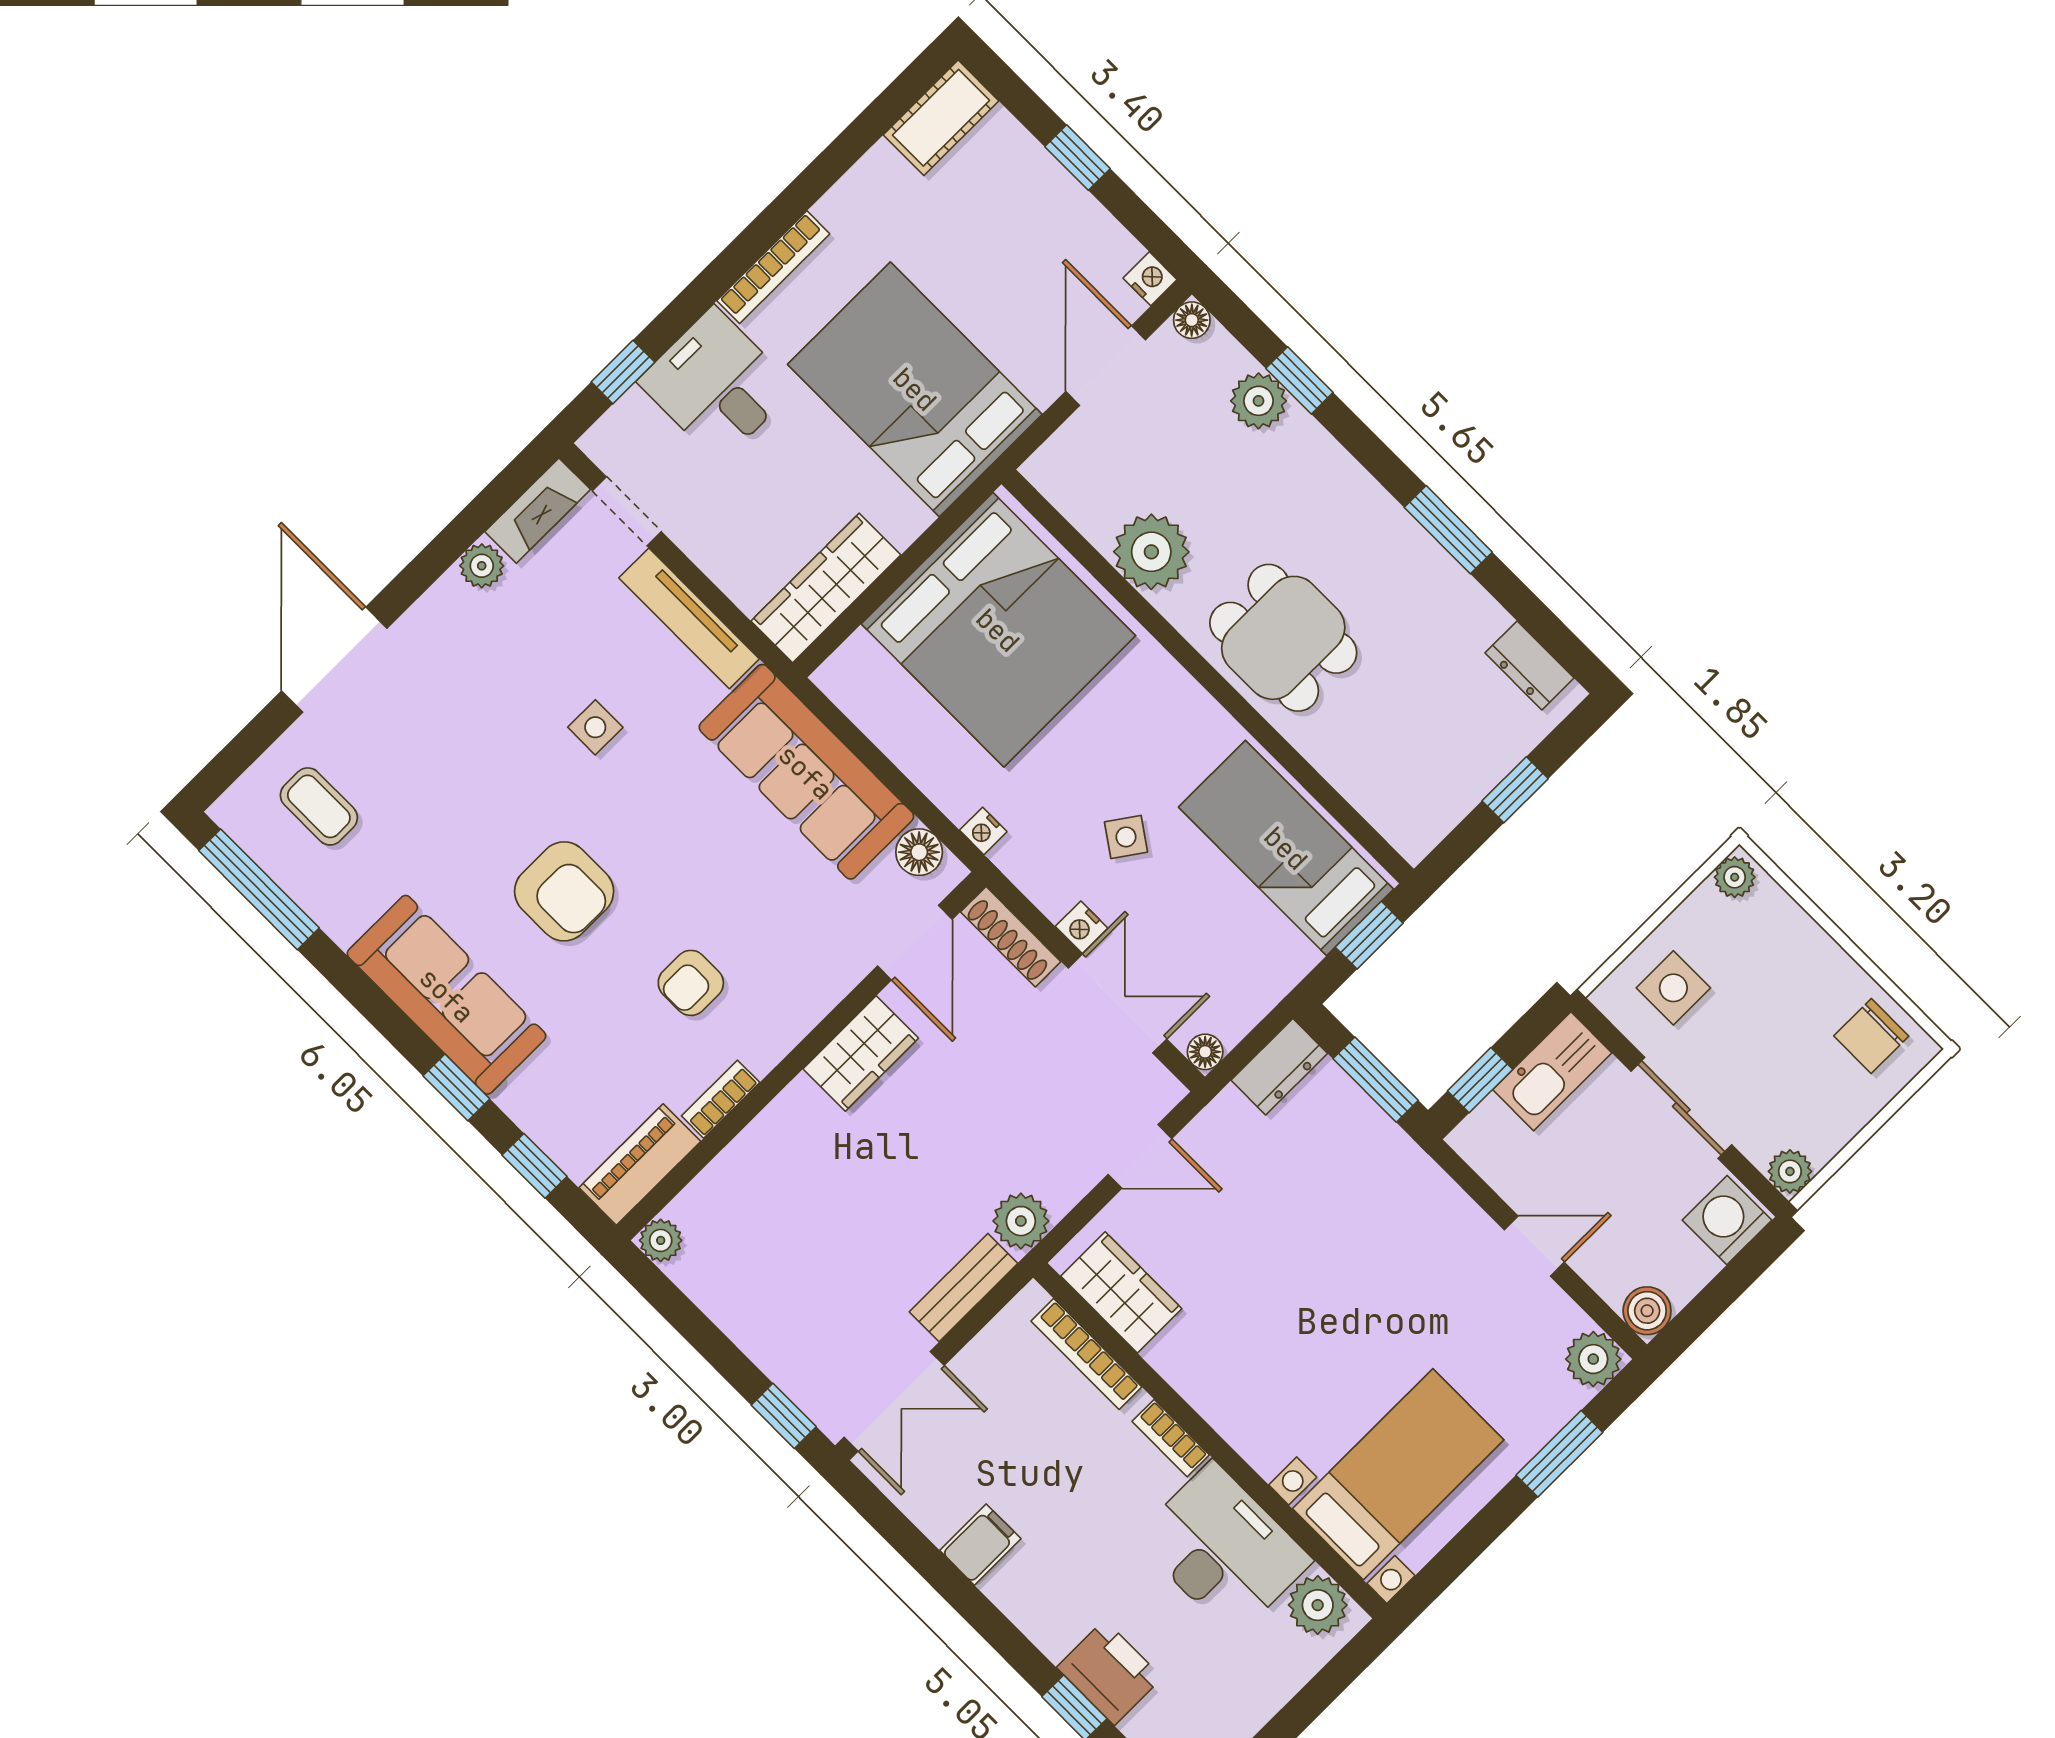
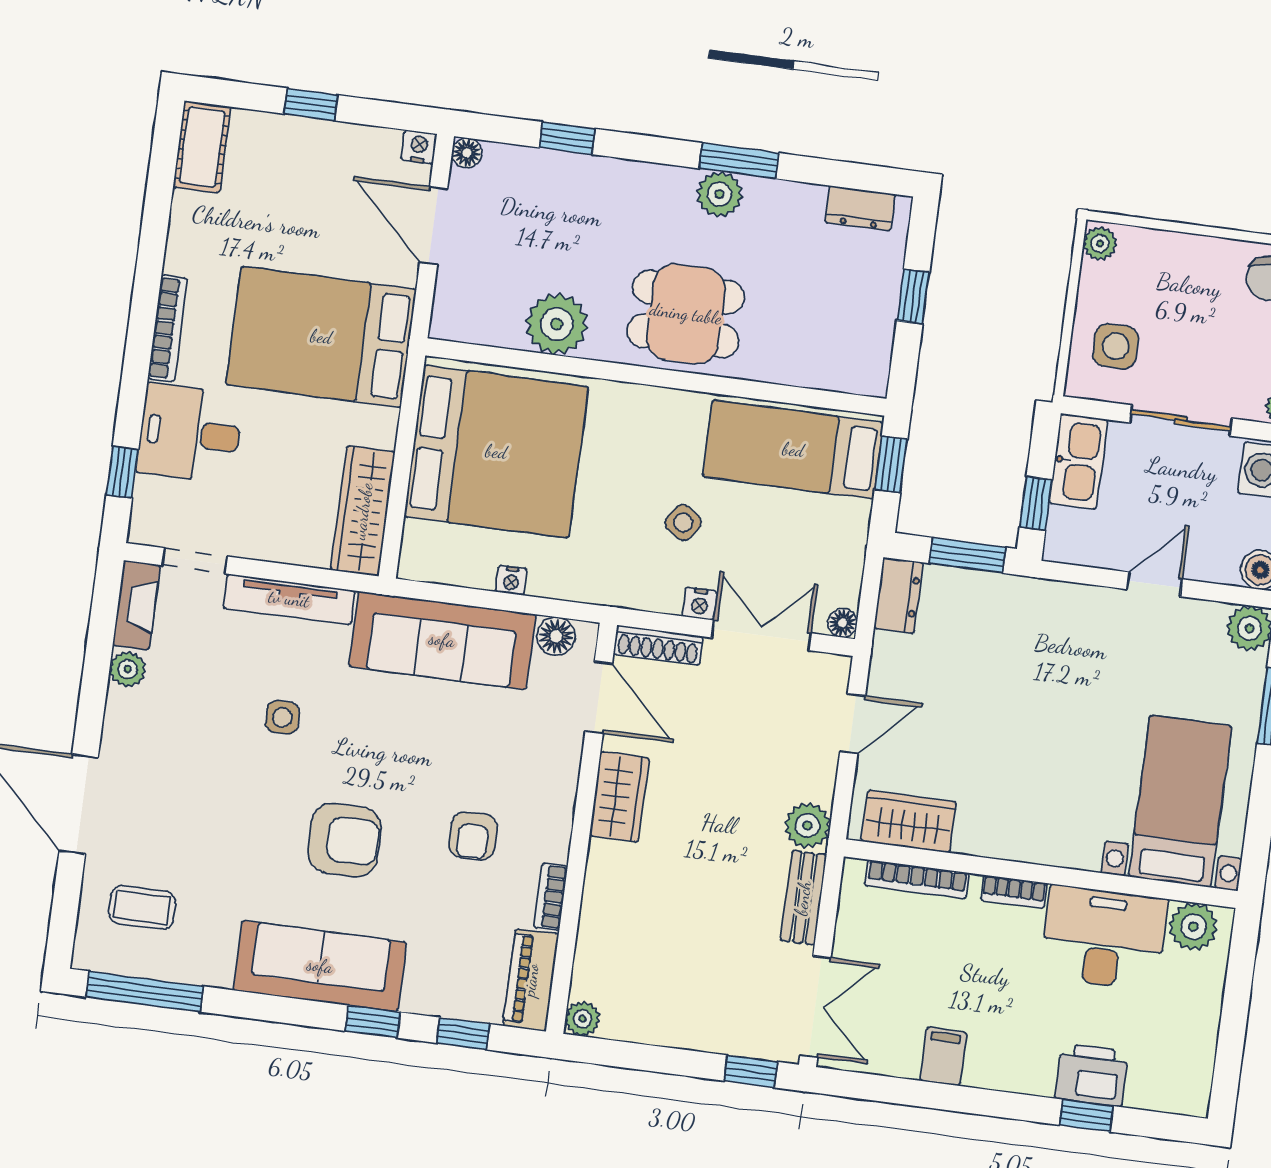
plant: (1259, 401) -> (720, 194), moved
nightstand: (983, 831) -> (511, 580), moved

